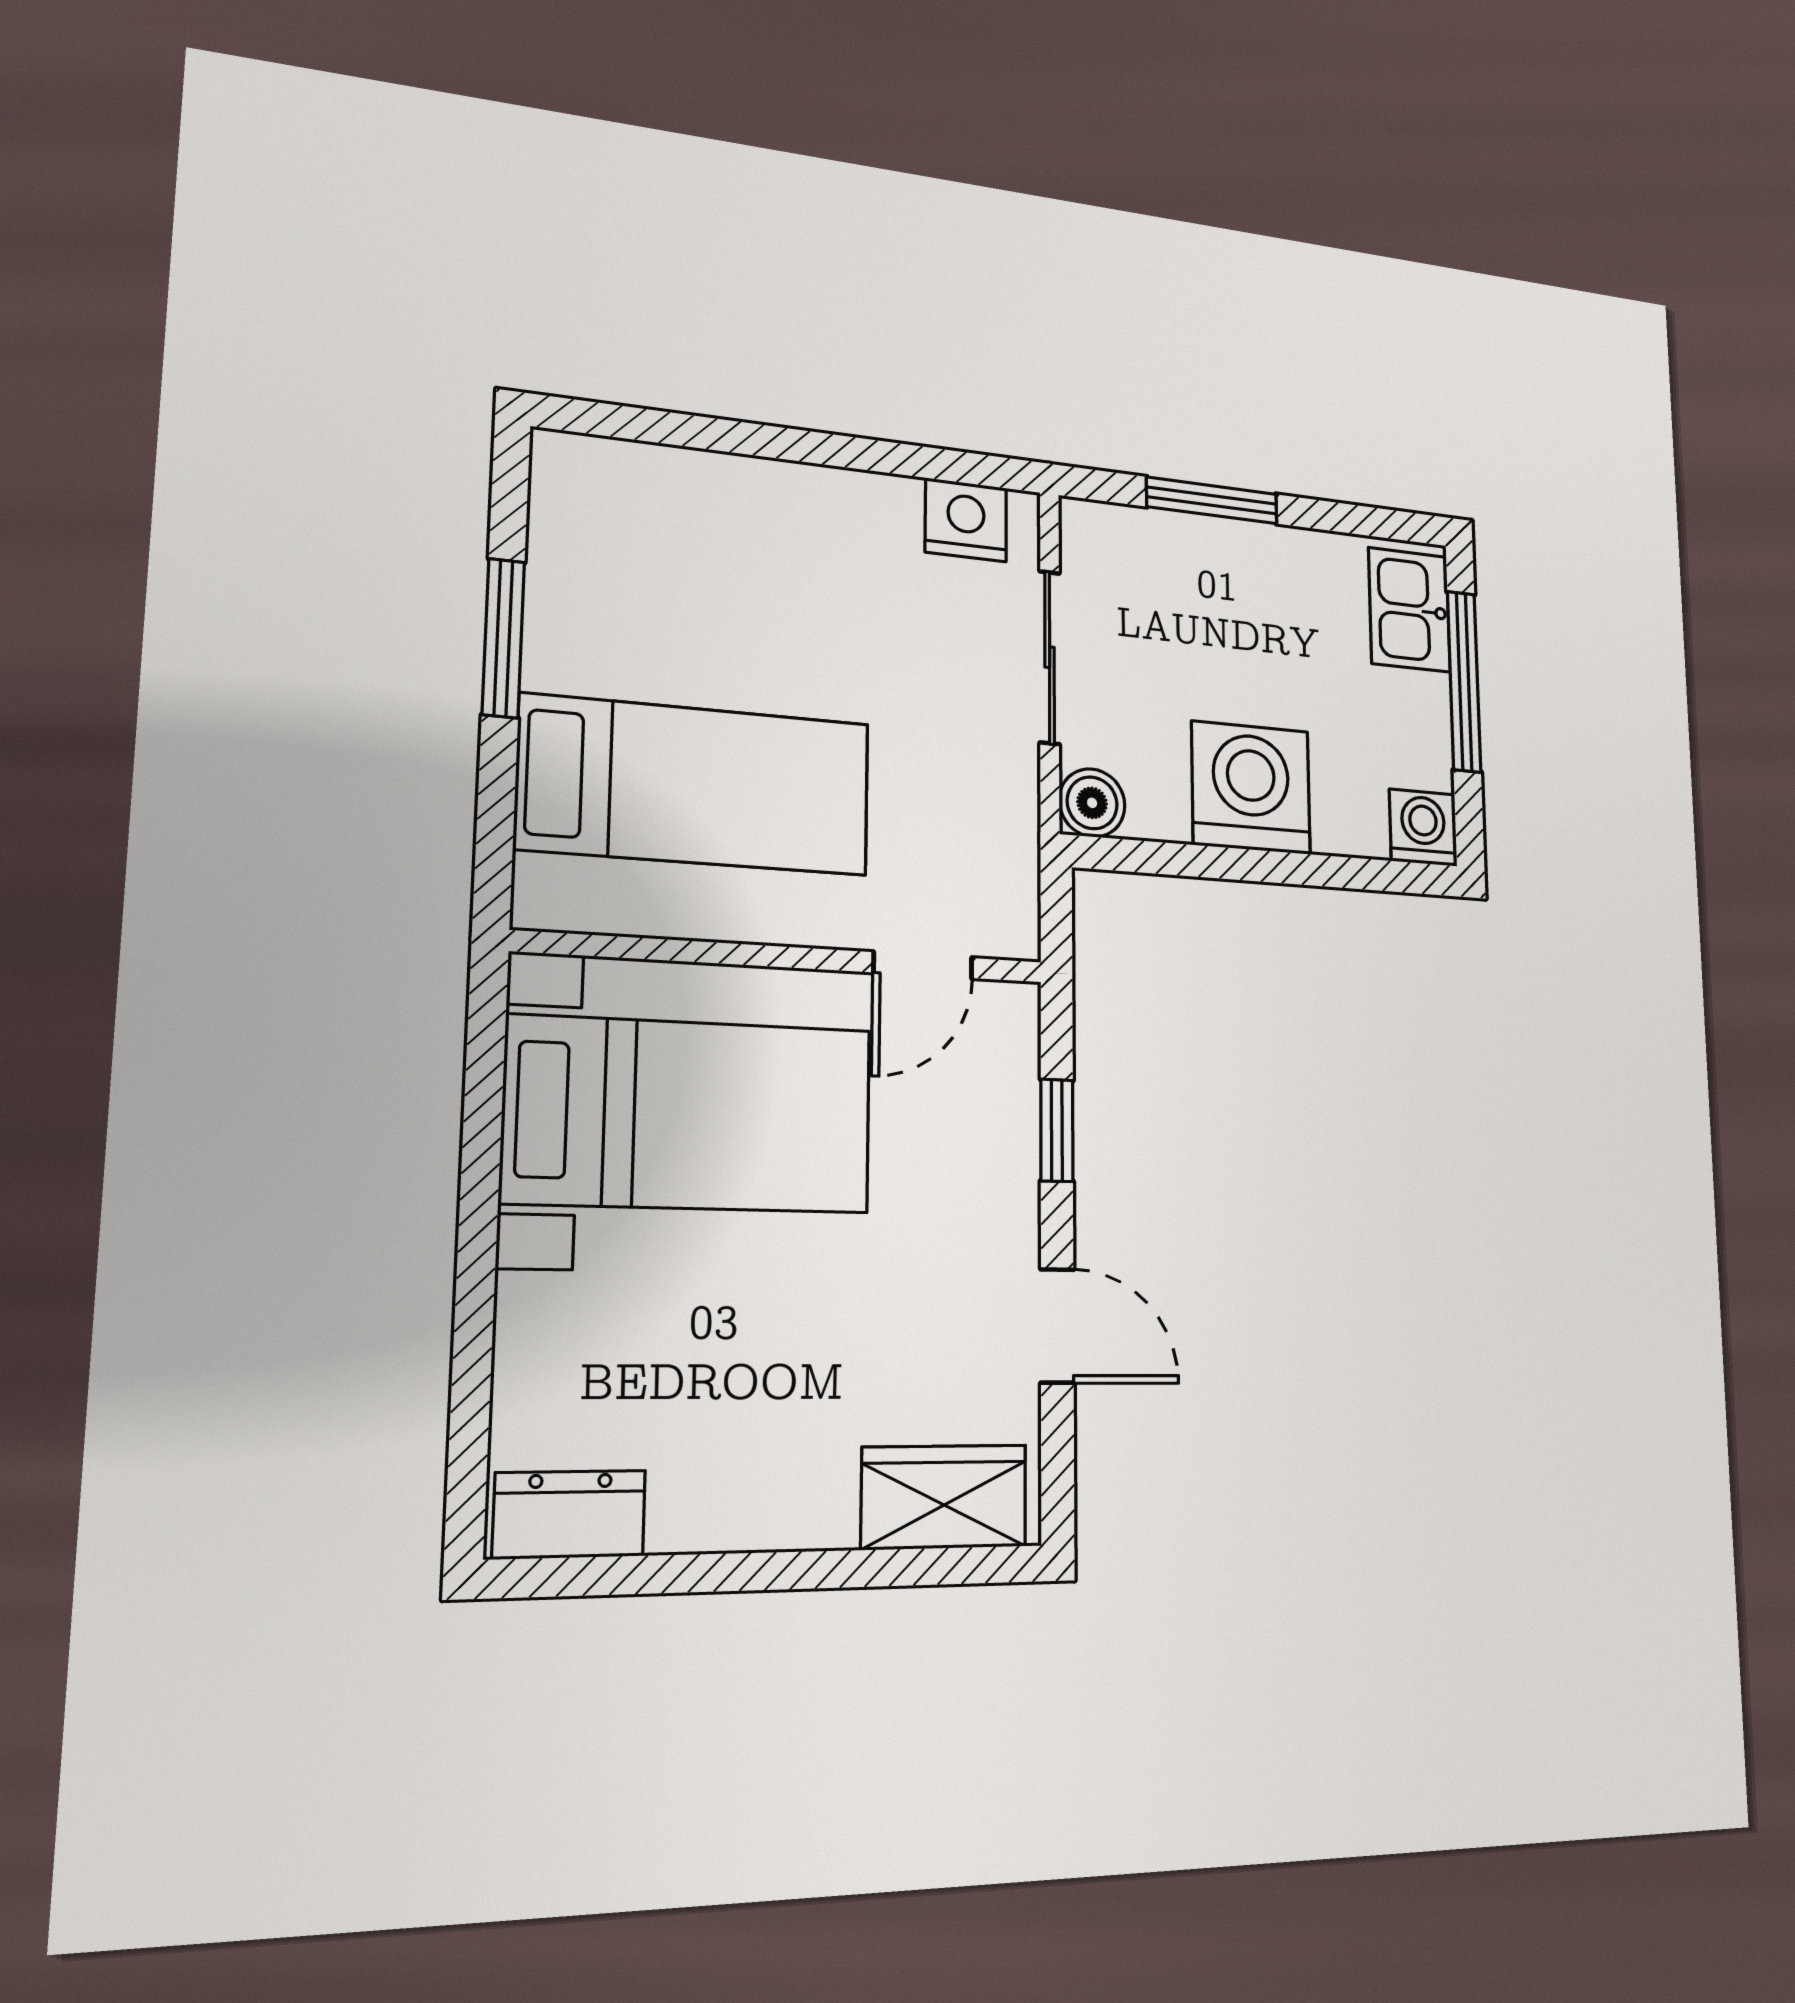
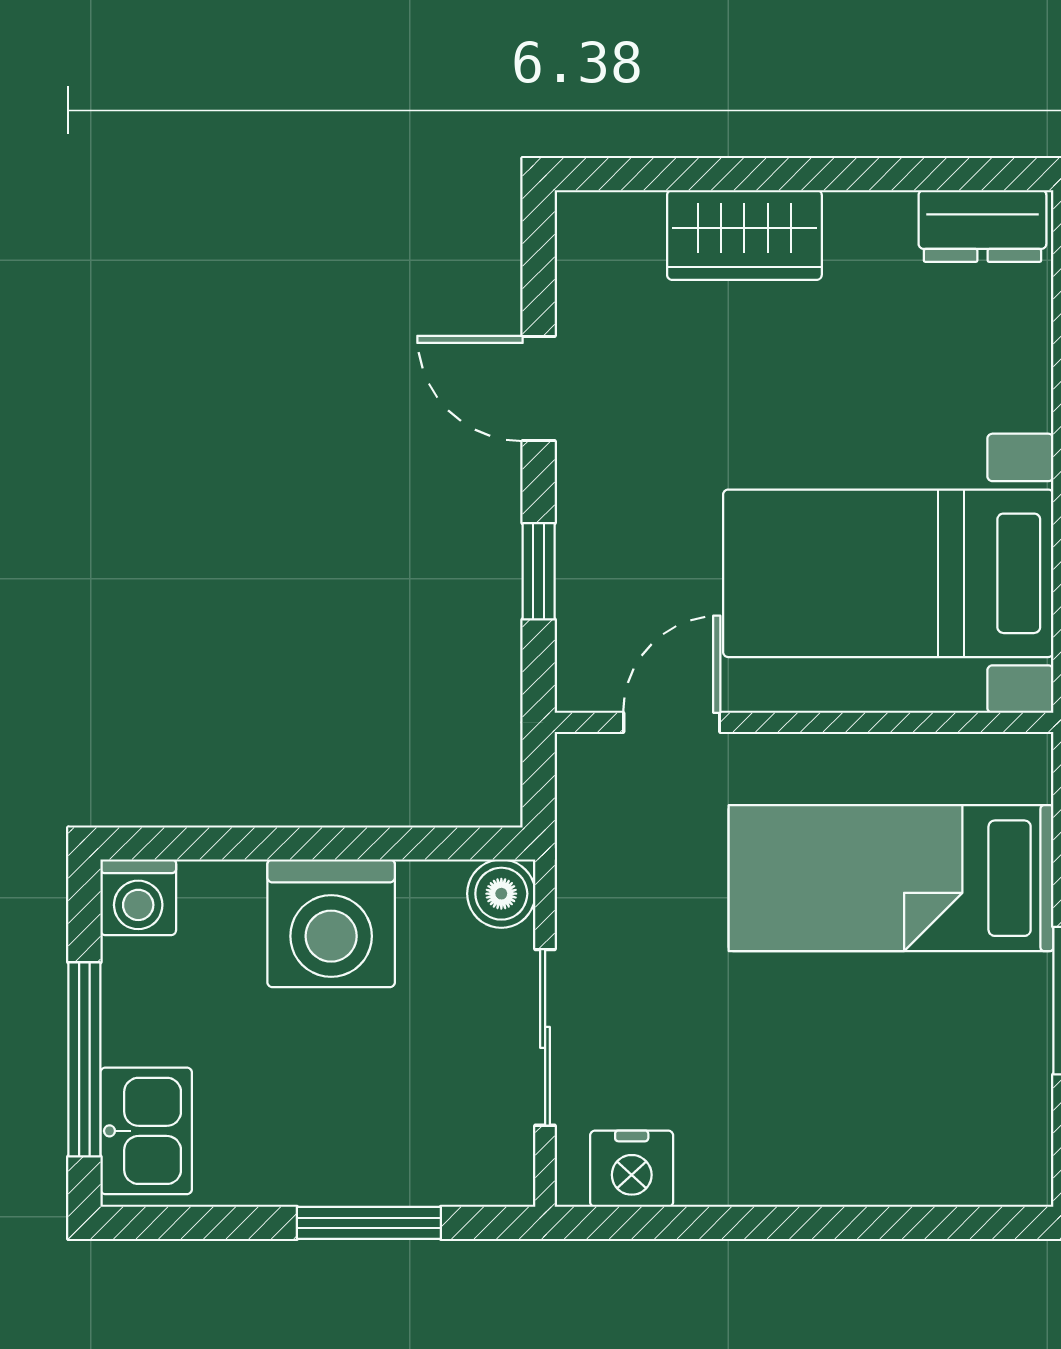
wardrobe: (944, 1497) -> (744, 235), moved

